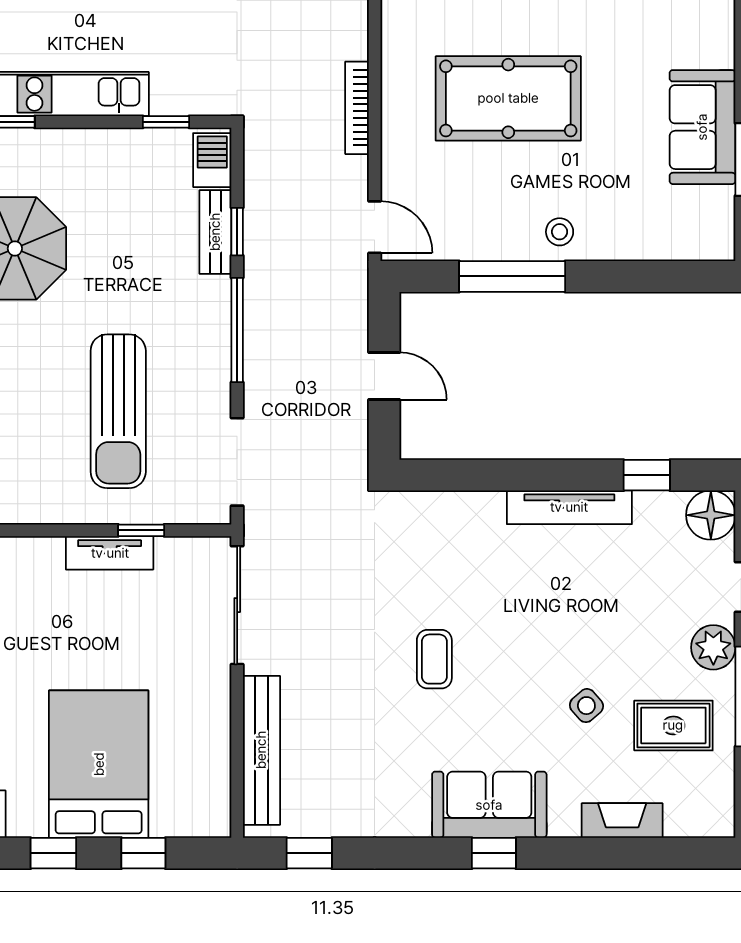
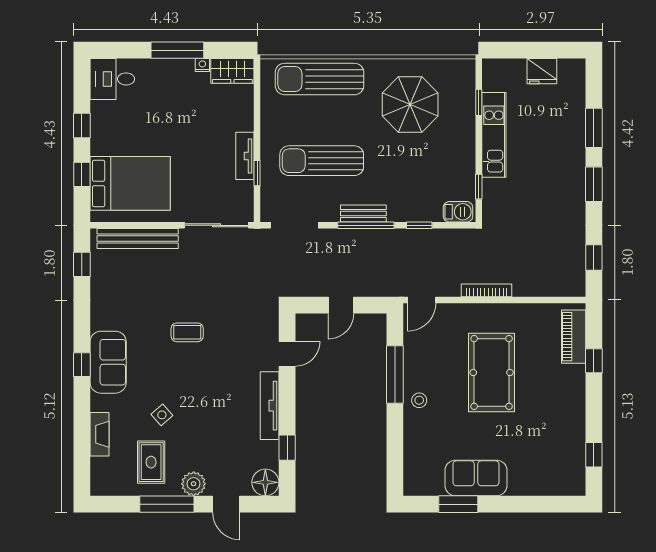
bench: (215, 232) -> (363, 213), moved
door: (474, 475) -> (287, 354), added
bed: (99, 764) -> (130, 183), moved

